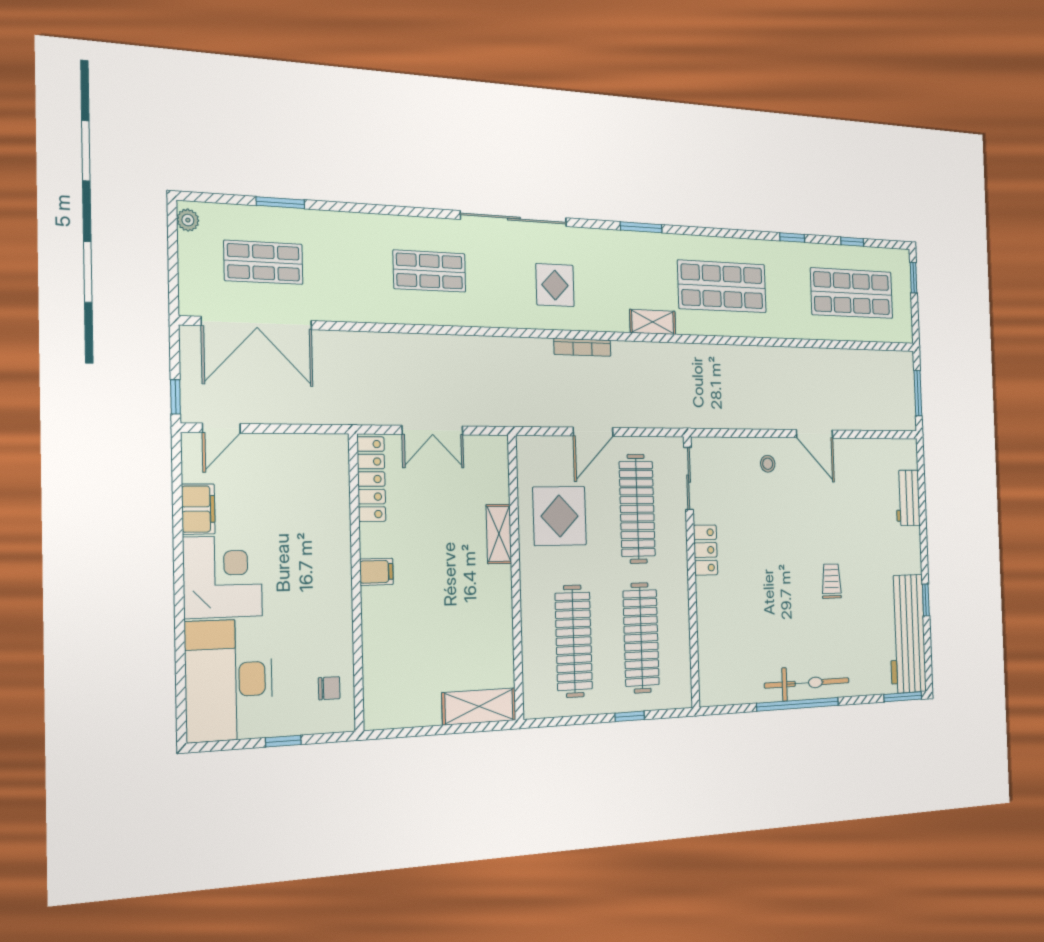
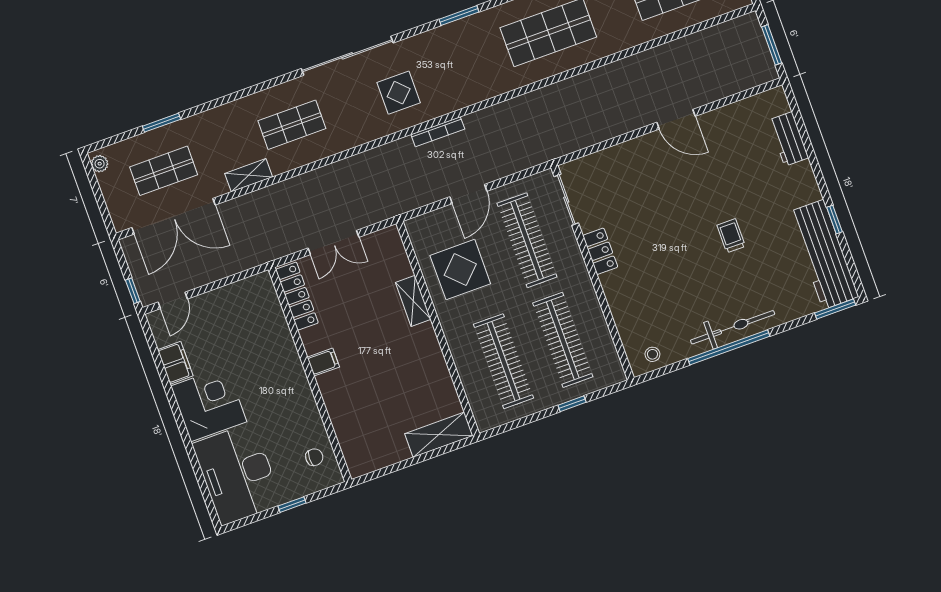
shelving: (653, 322) -> (249, 175), moved
stool: (768, 464) -> (652, 354), moved

